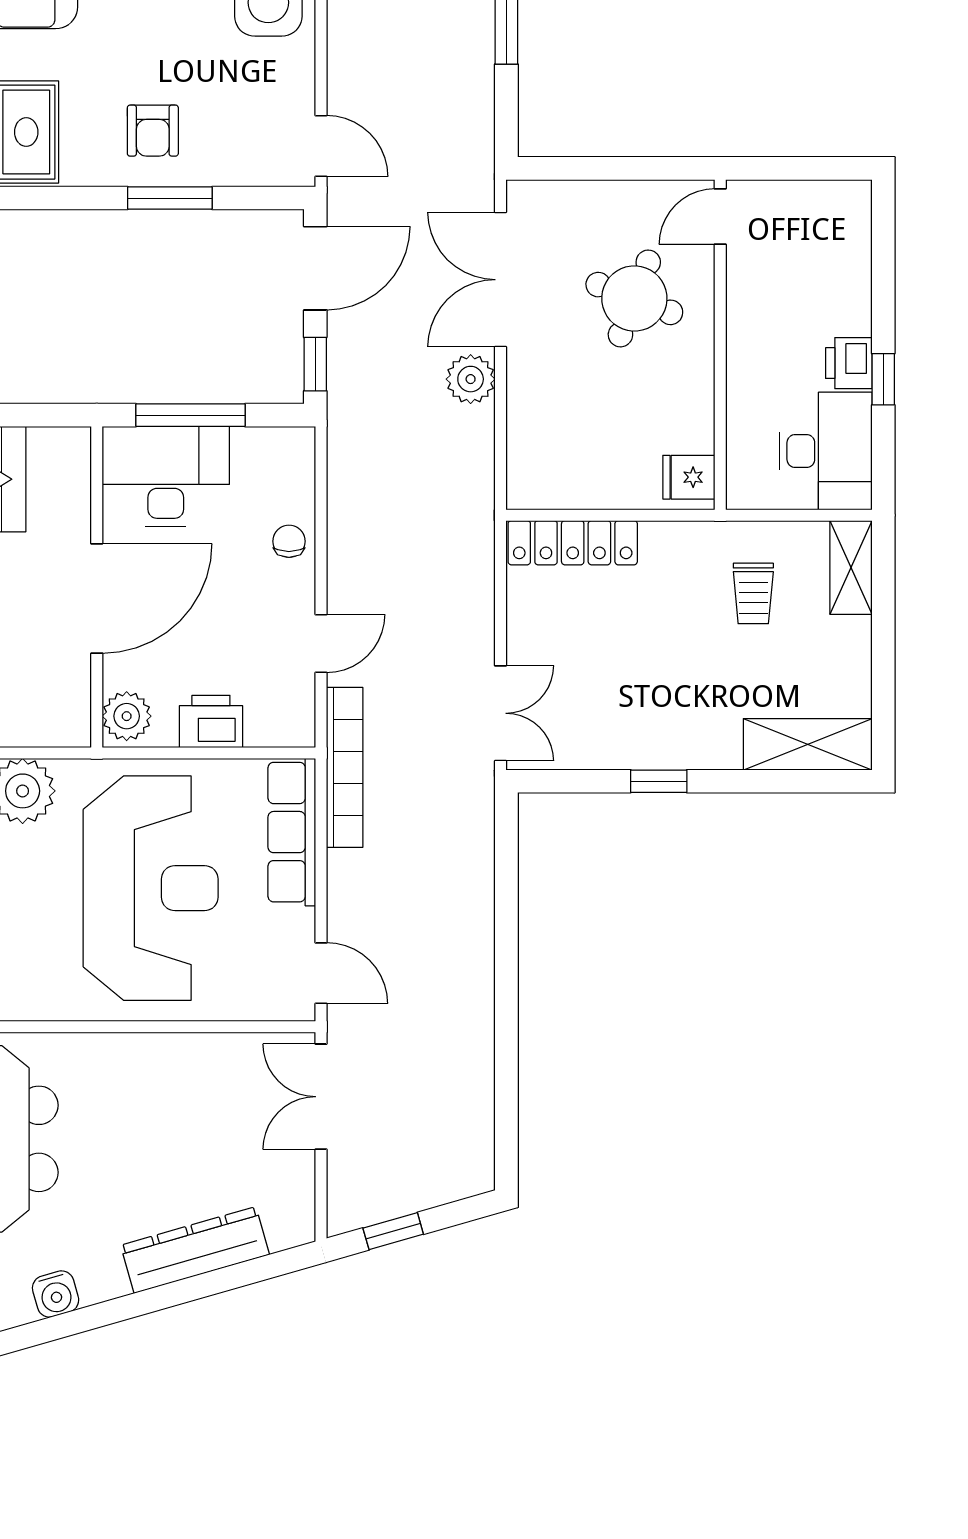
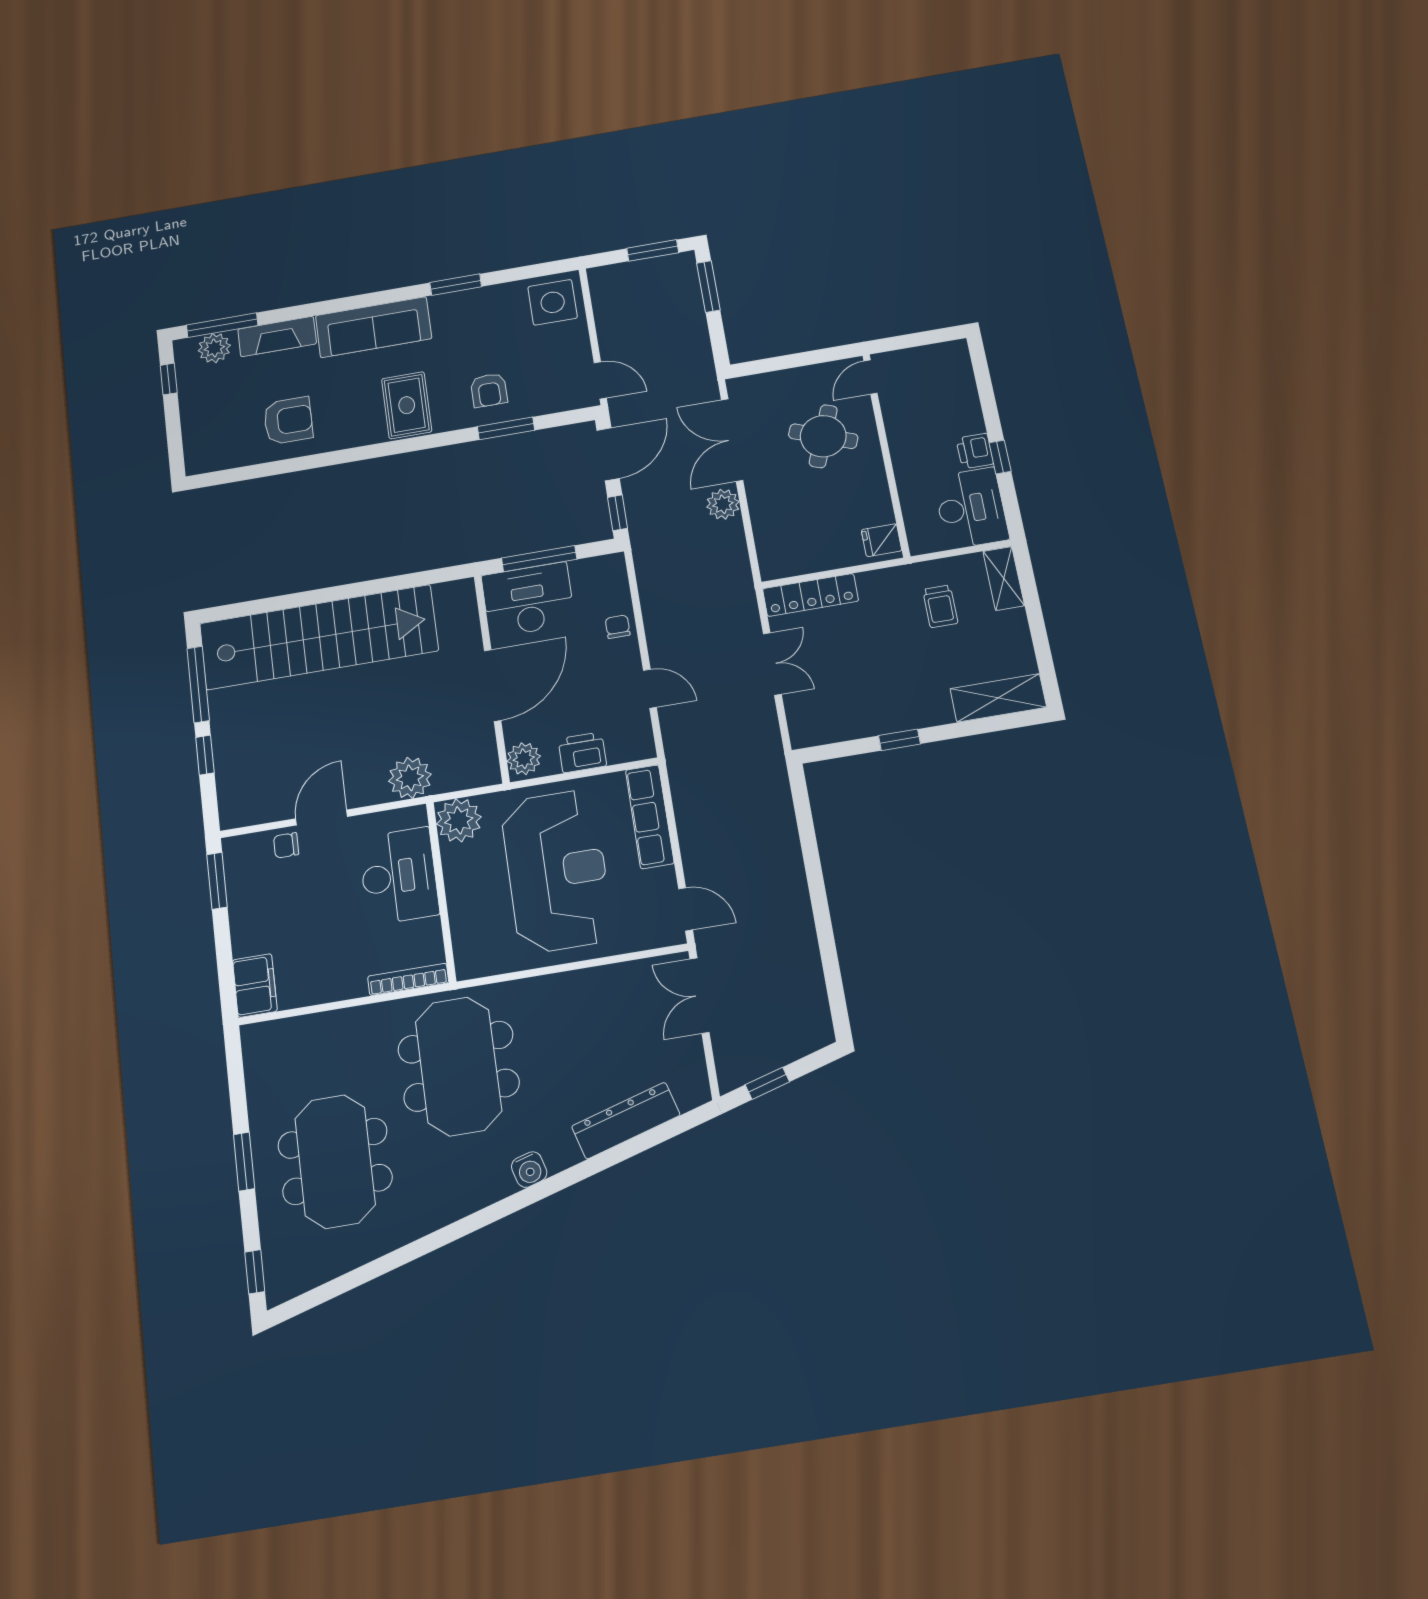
door: (321, 643) -> (650, 689), hinge flipped
double door: (501, 713) -> (772, 664), moved
bookcase: (345, 767) -> (679, 767), removed

